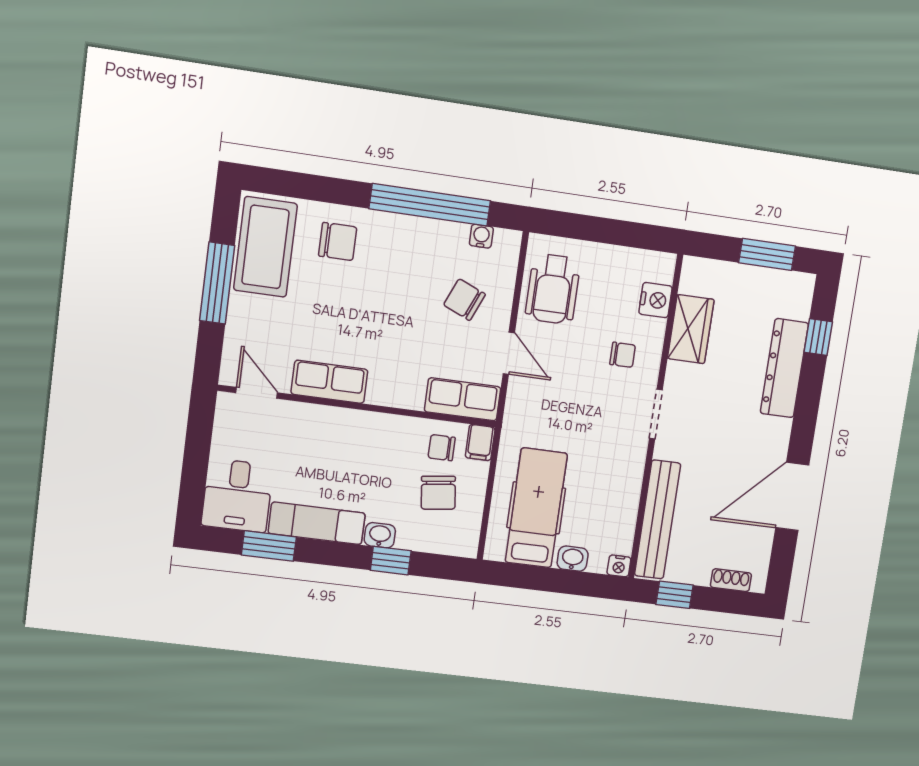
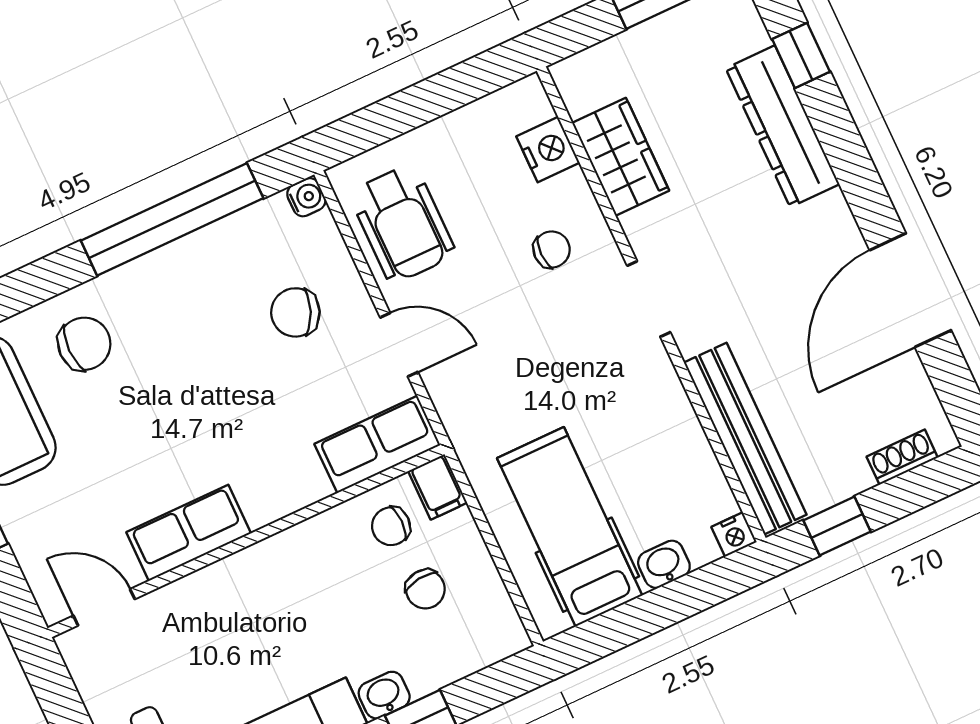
water cooler: (481, 236) -> (306, 197), moved, turned 90
chair: (438, 493) -> (425, 589), width x0.73, depth x0.73

